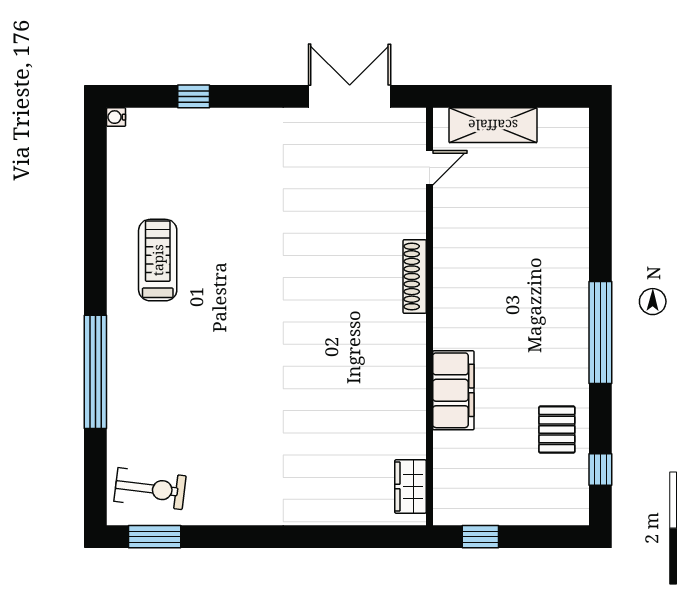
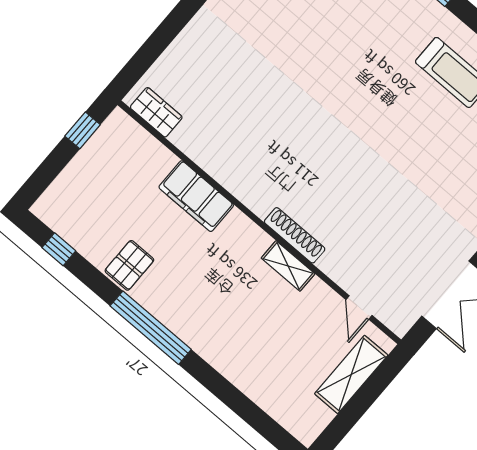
shelving: (446, 260) -> (288, 266), added
pallet: (557, 430) -> (129, 265), moved, turned 90

